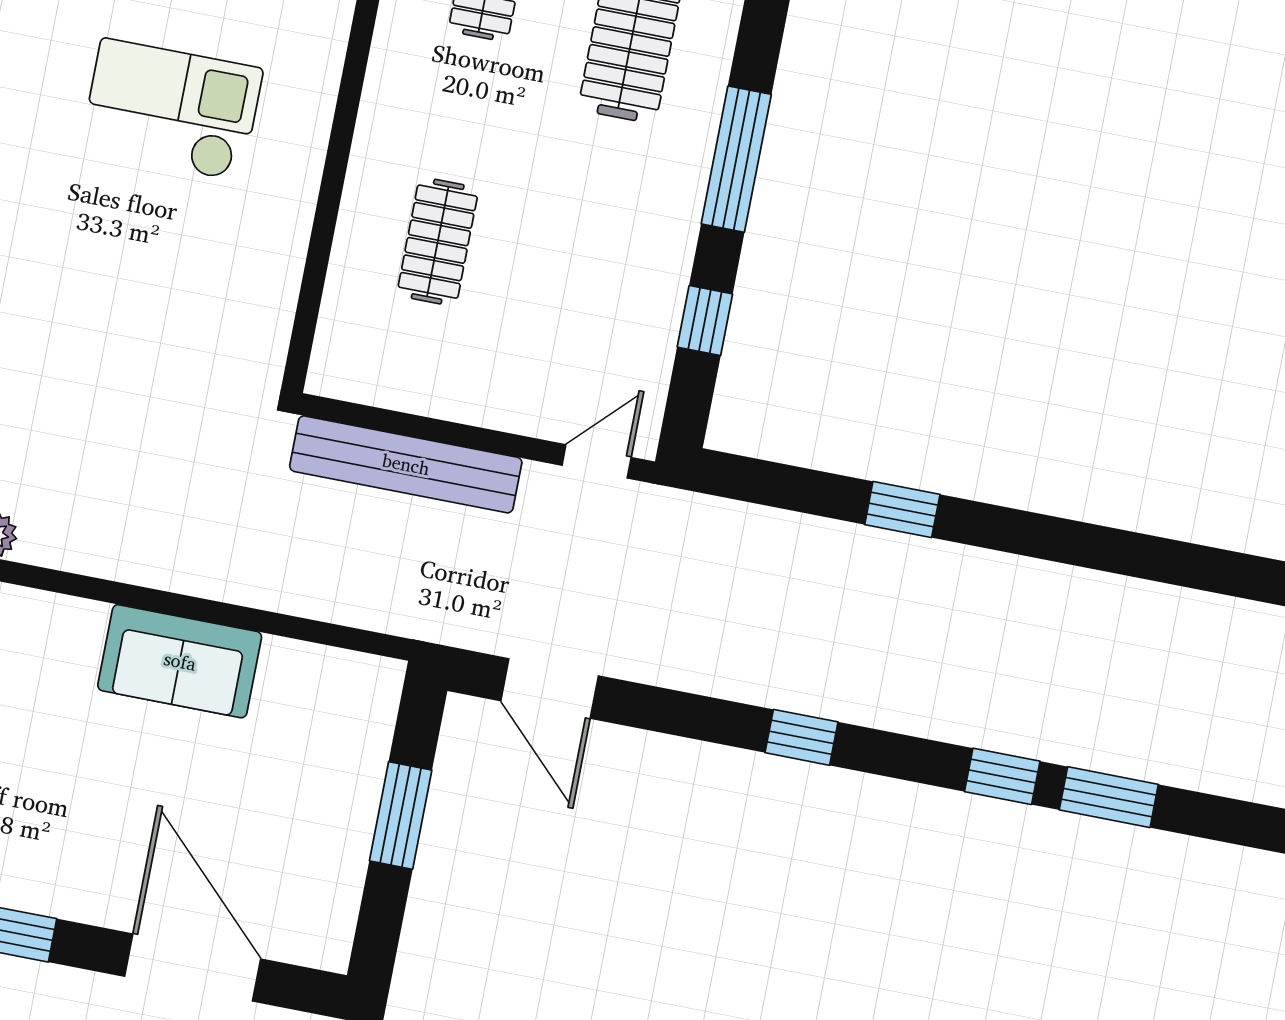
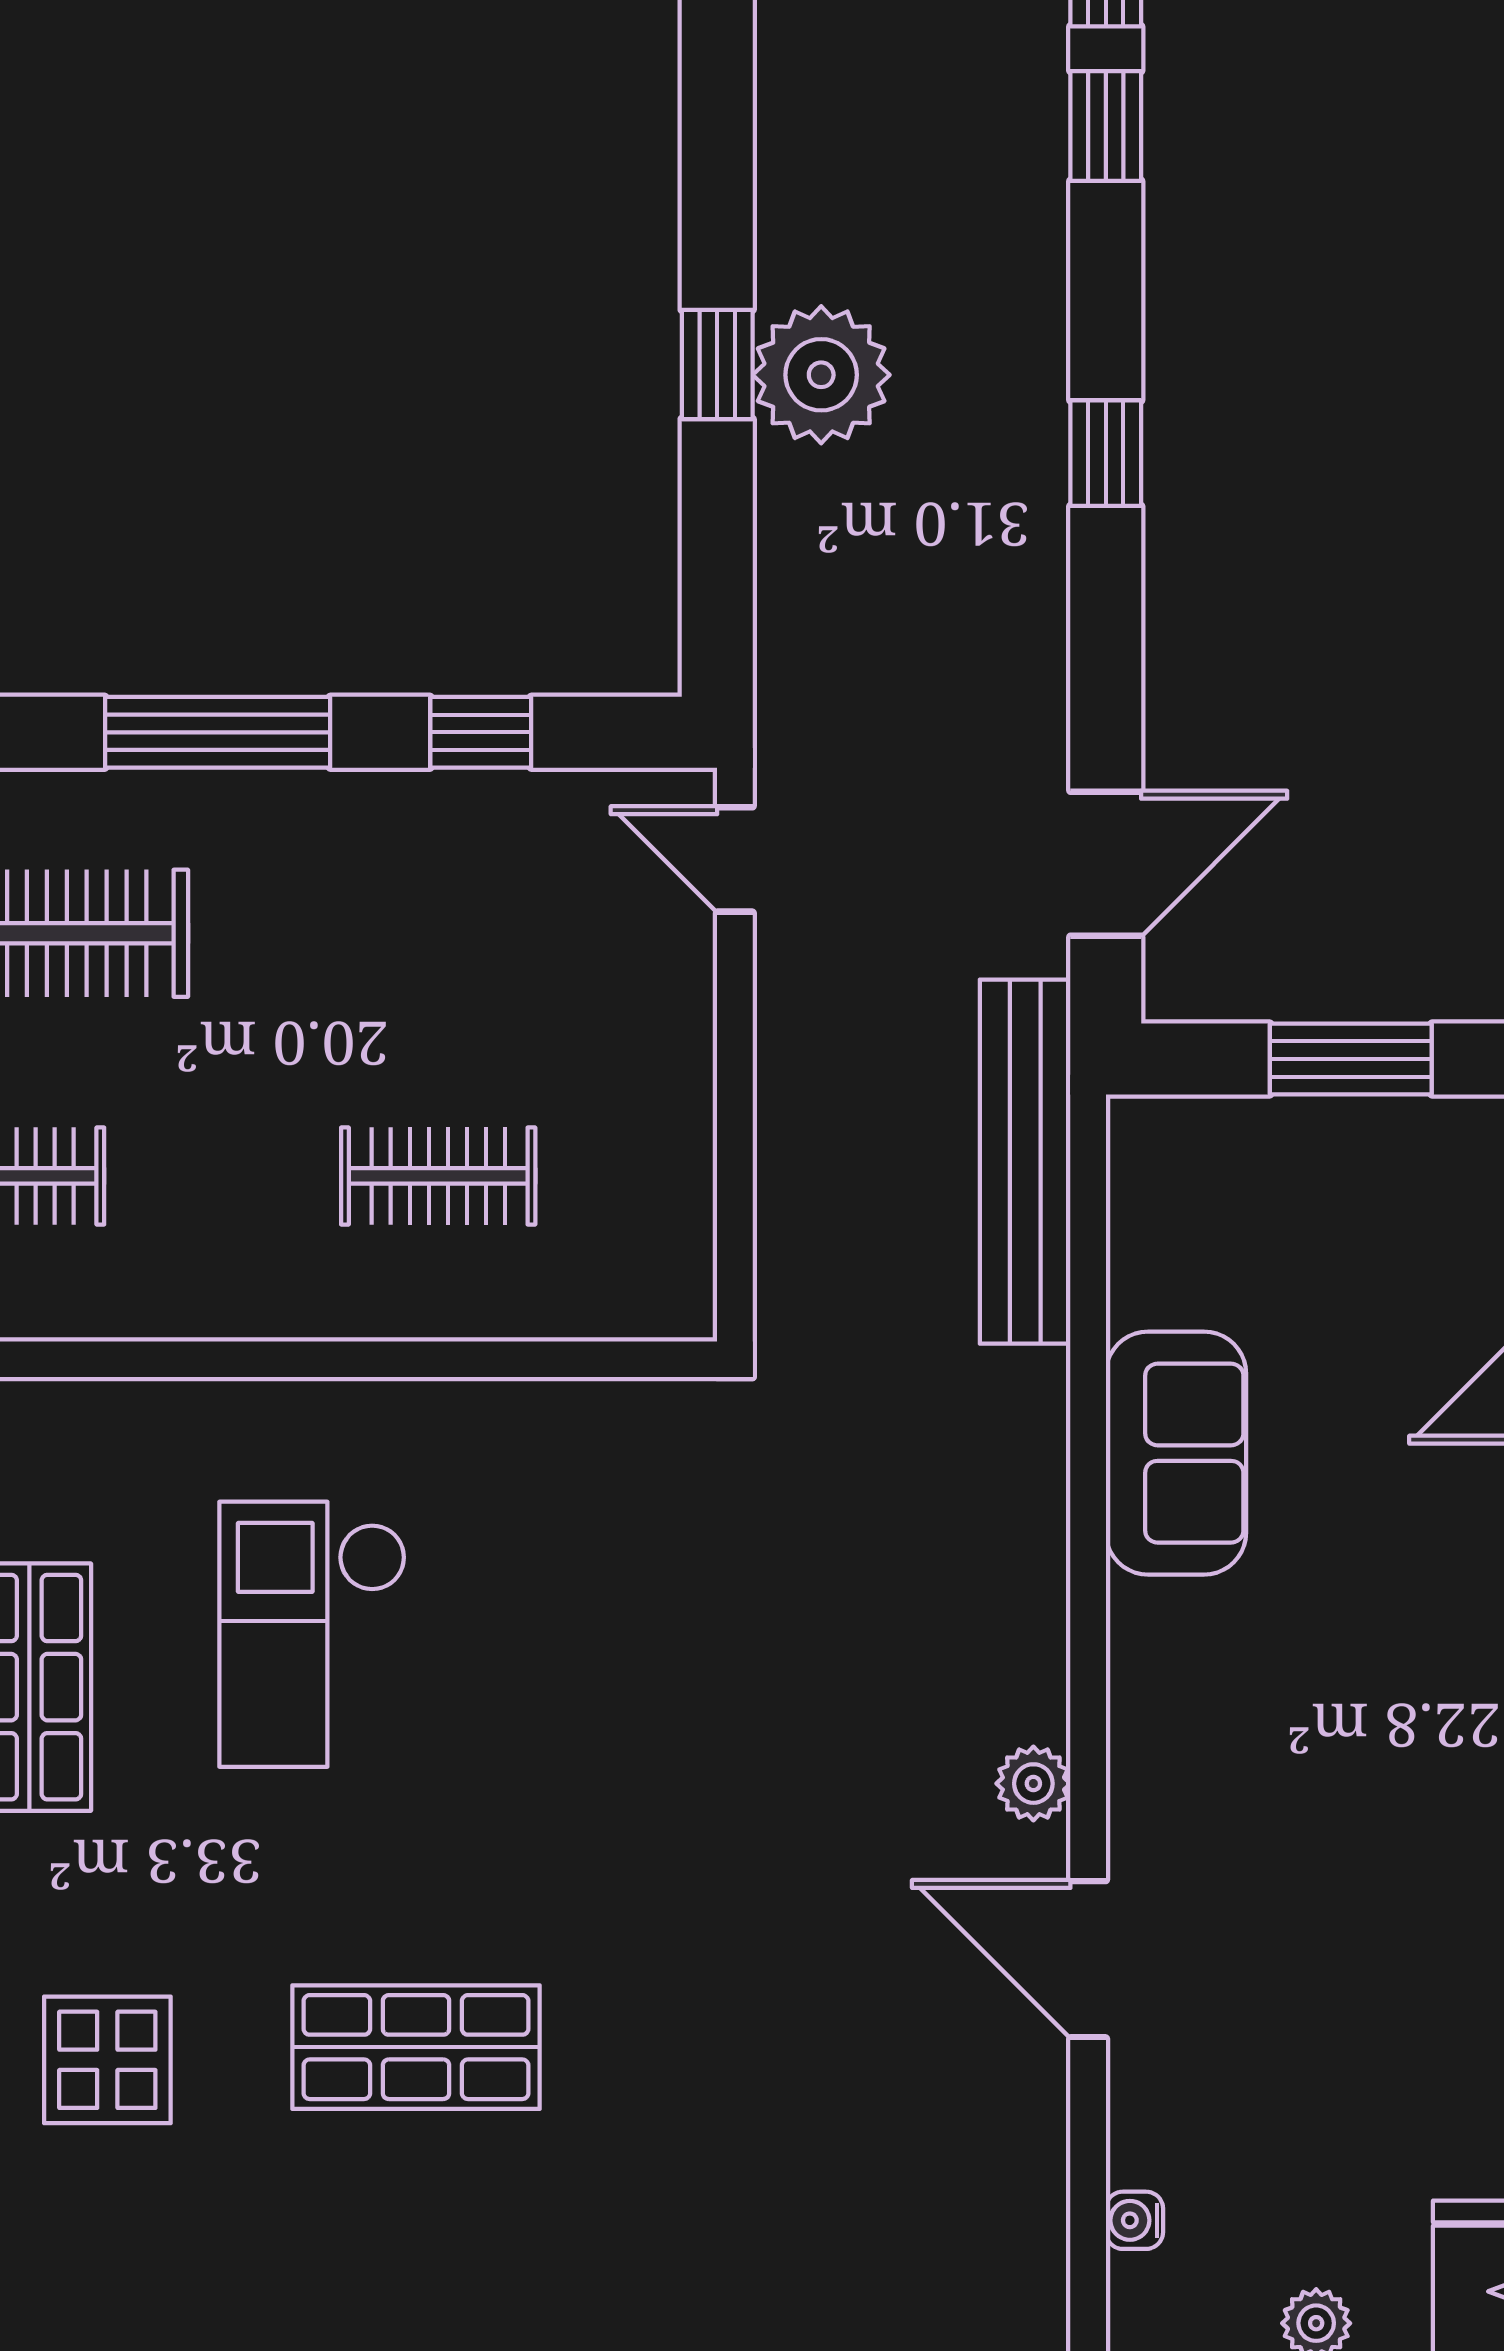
bench: (406, 464) -> (1025, 1162), moved
plant: (884, 572) -> (821, 375), added

